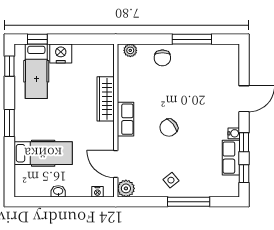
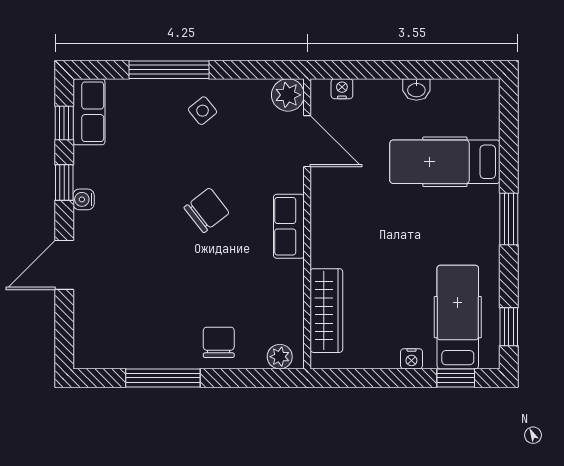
nightstand: (61, 54) -> (411, 359), width x0.53, depth x0.56
wardrobe: (106, 99) -> (326, 311), moved
row of seats: (231, 158) -> (89, 112), moved

